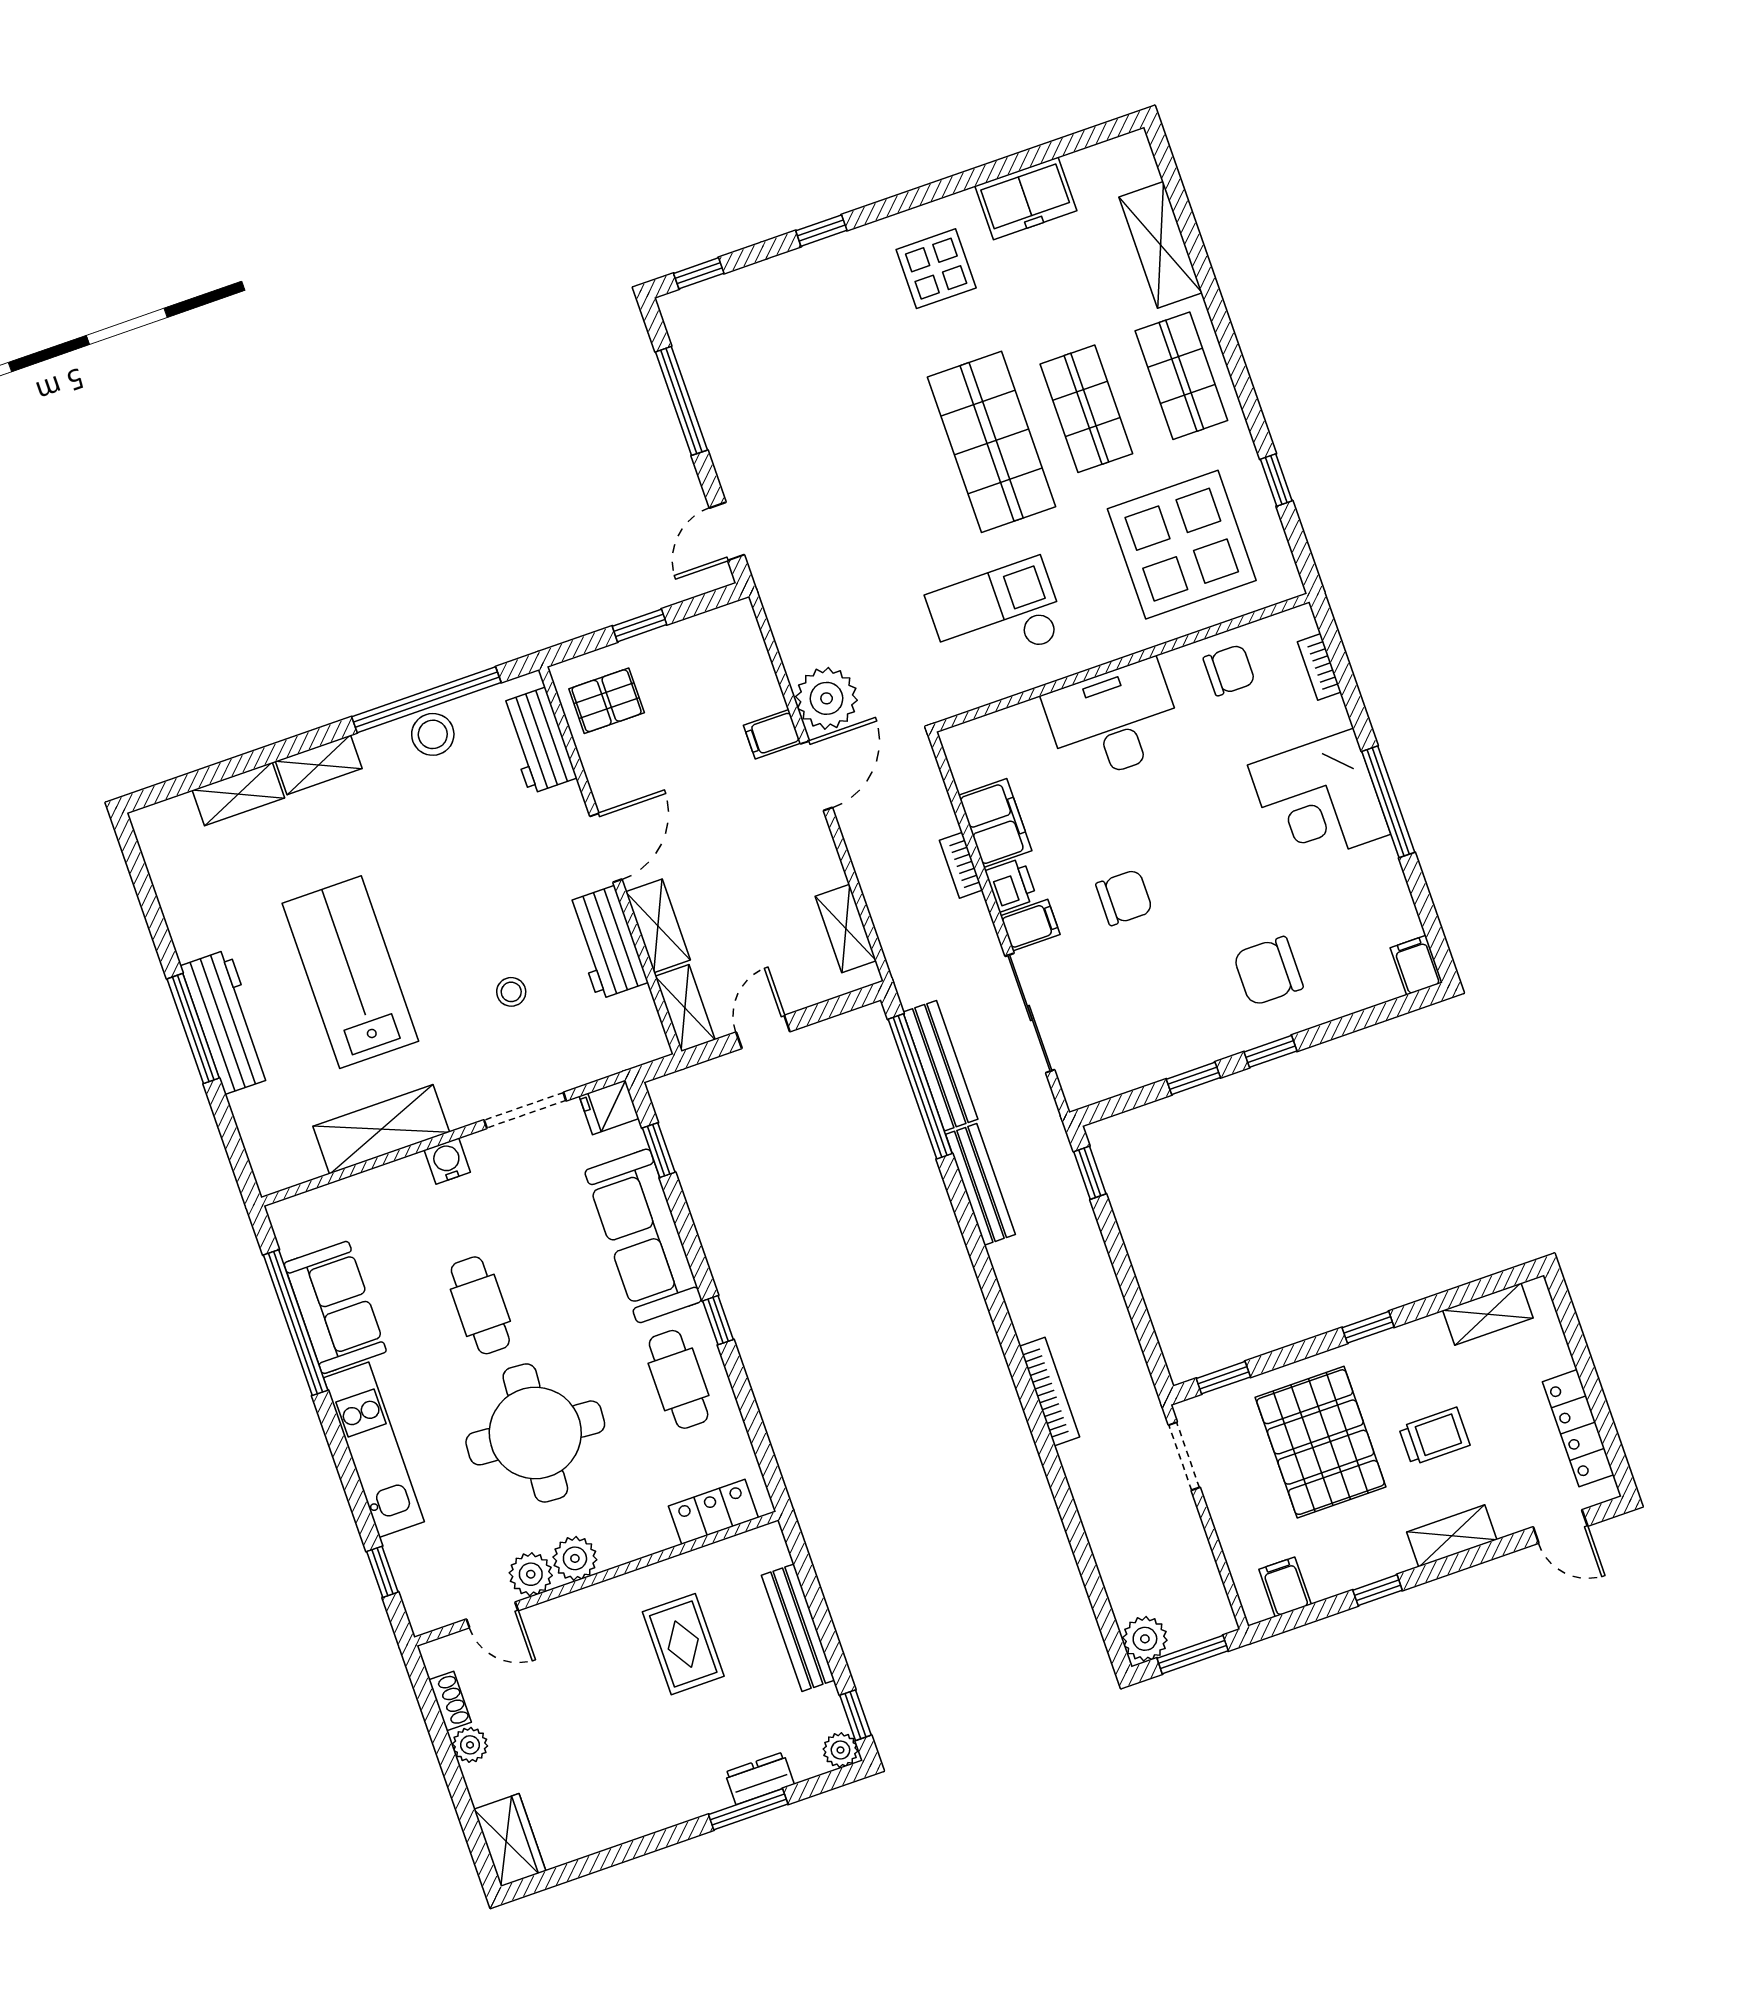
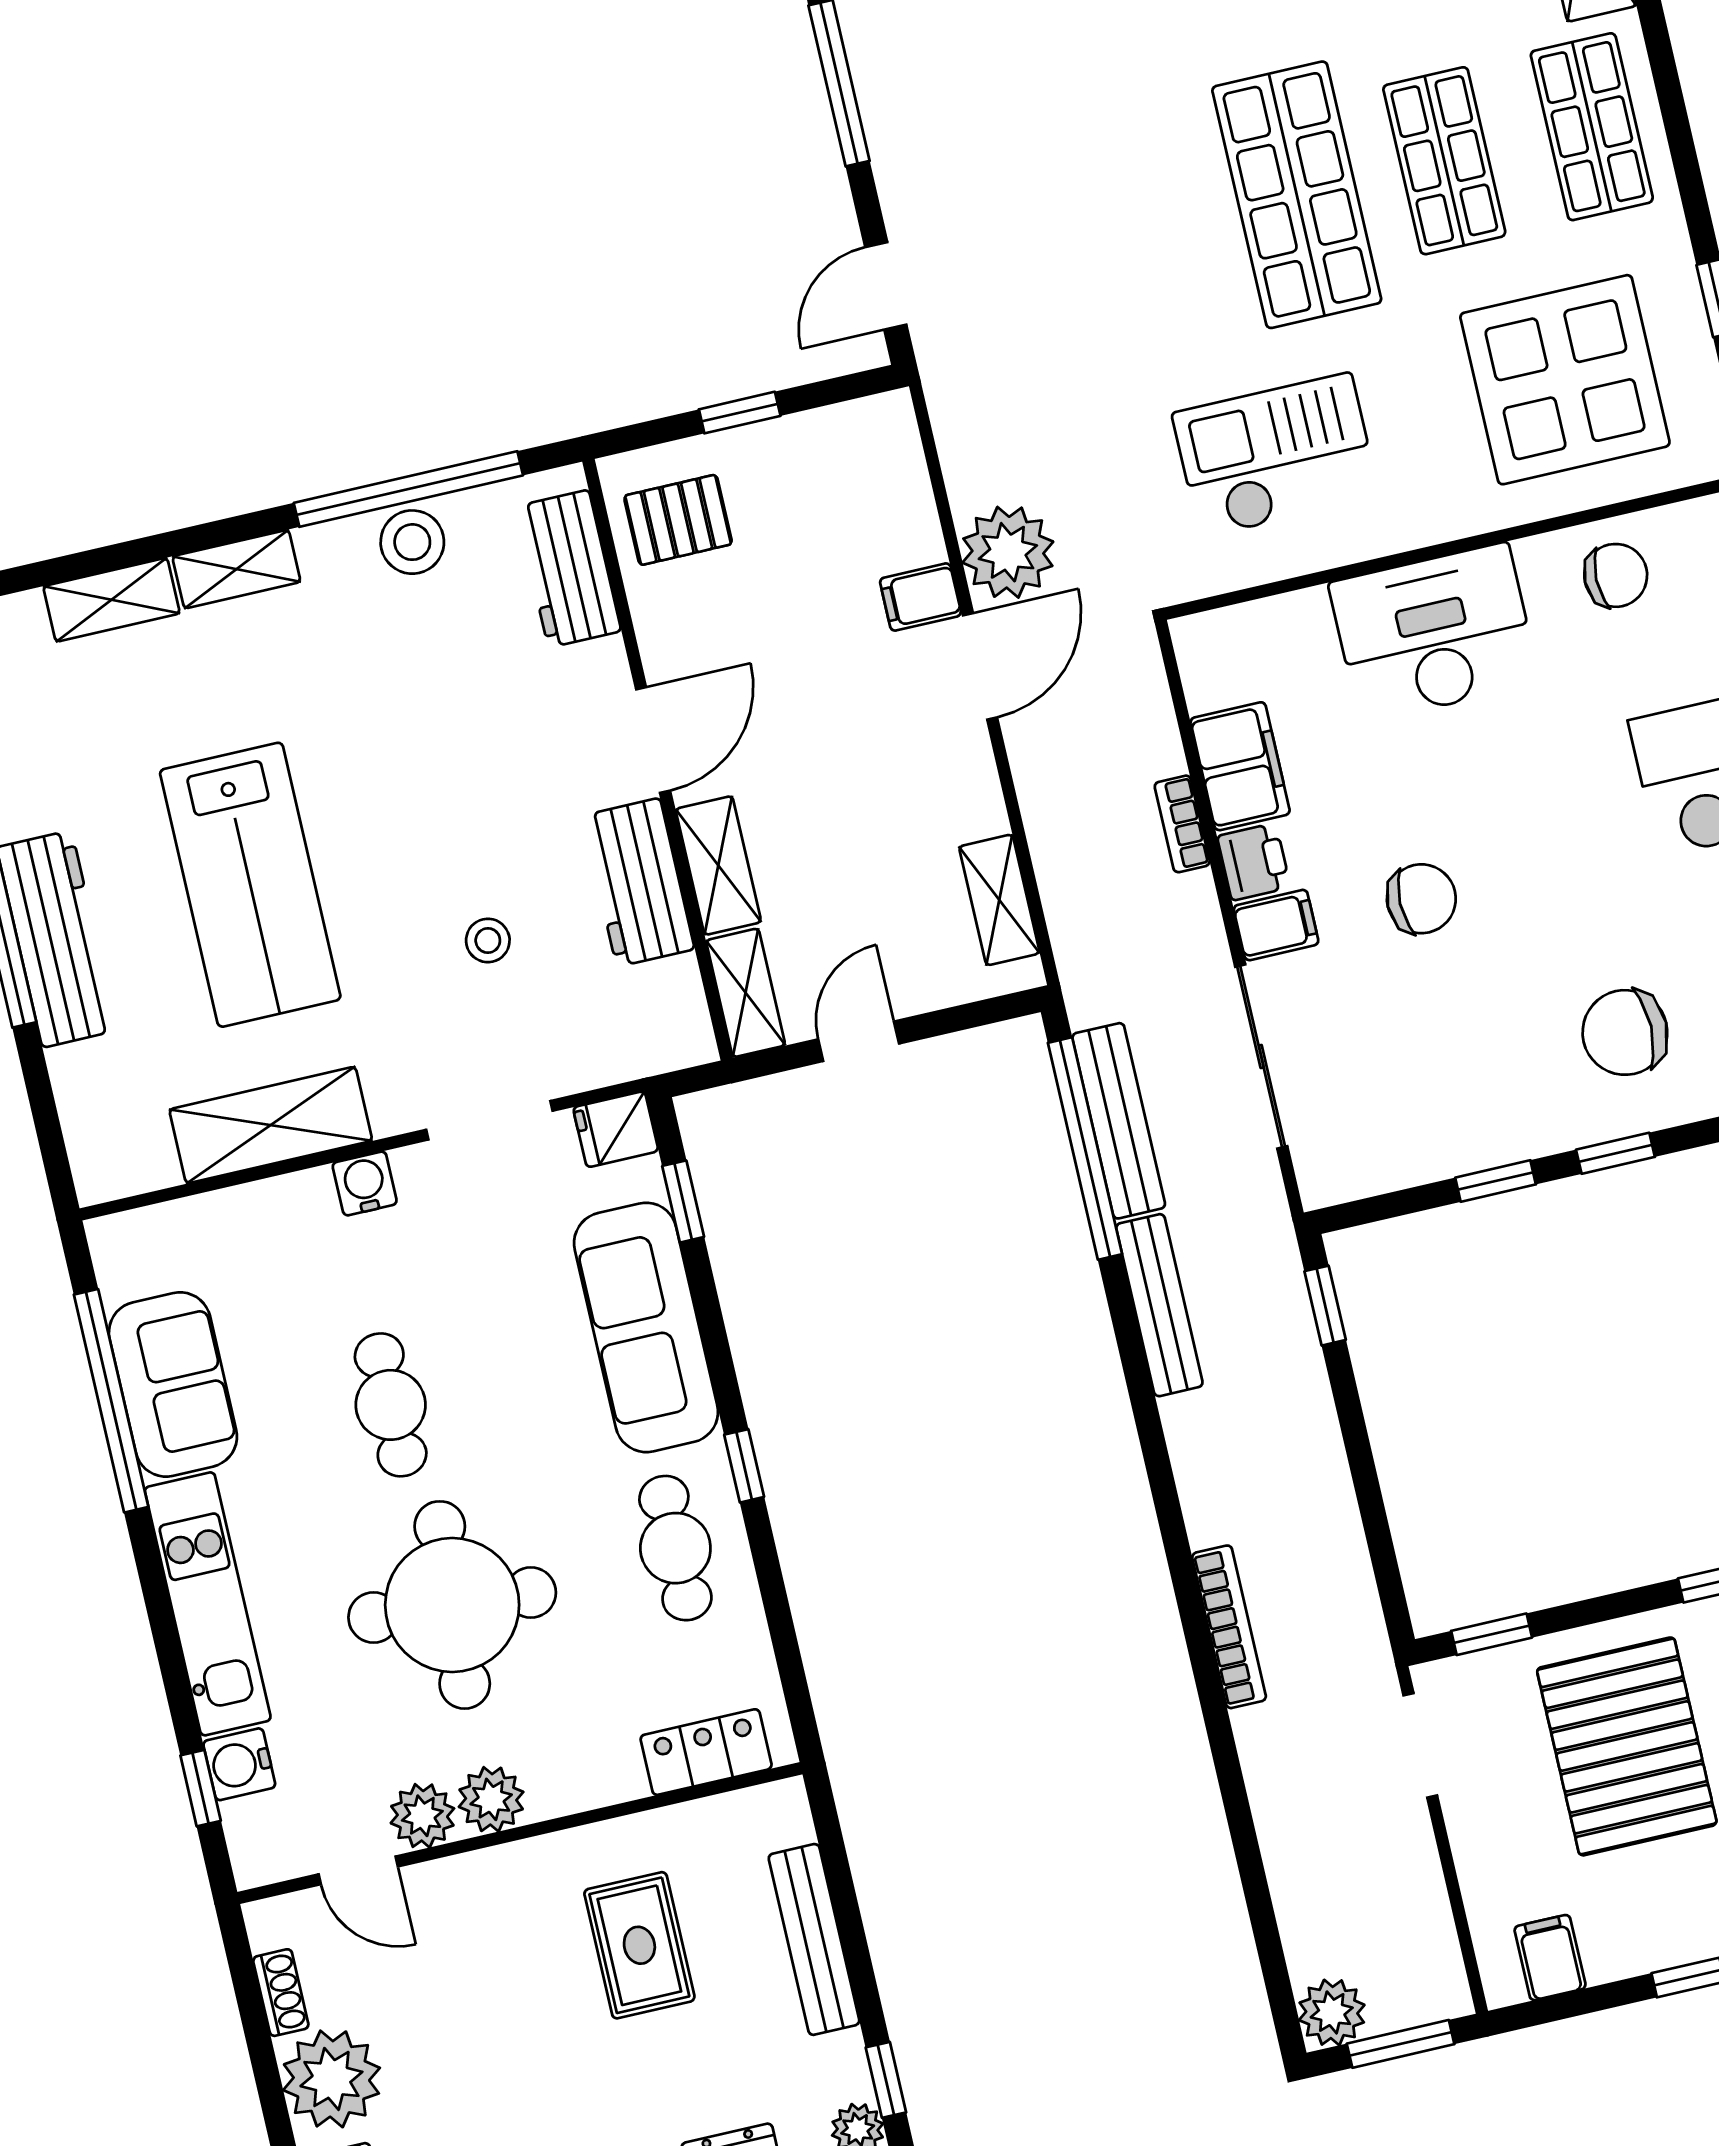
lab bench: (350, 972) -> (250, 885), turned 180
water cooler: (406, 1553) -> (239, 1764), added
plant: (470, 1745) -> (331, 2079), width x1.87, depth x1.87

